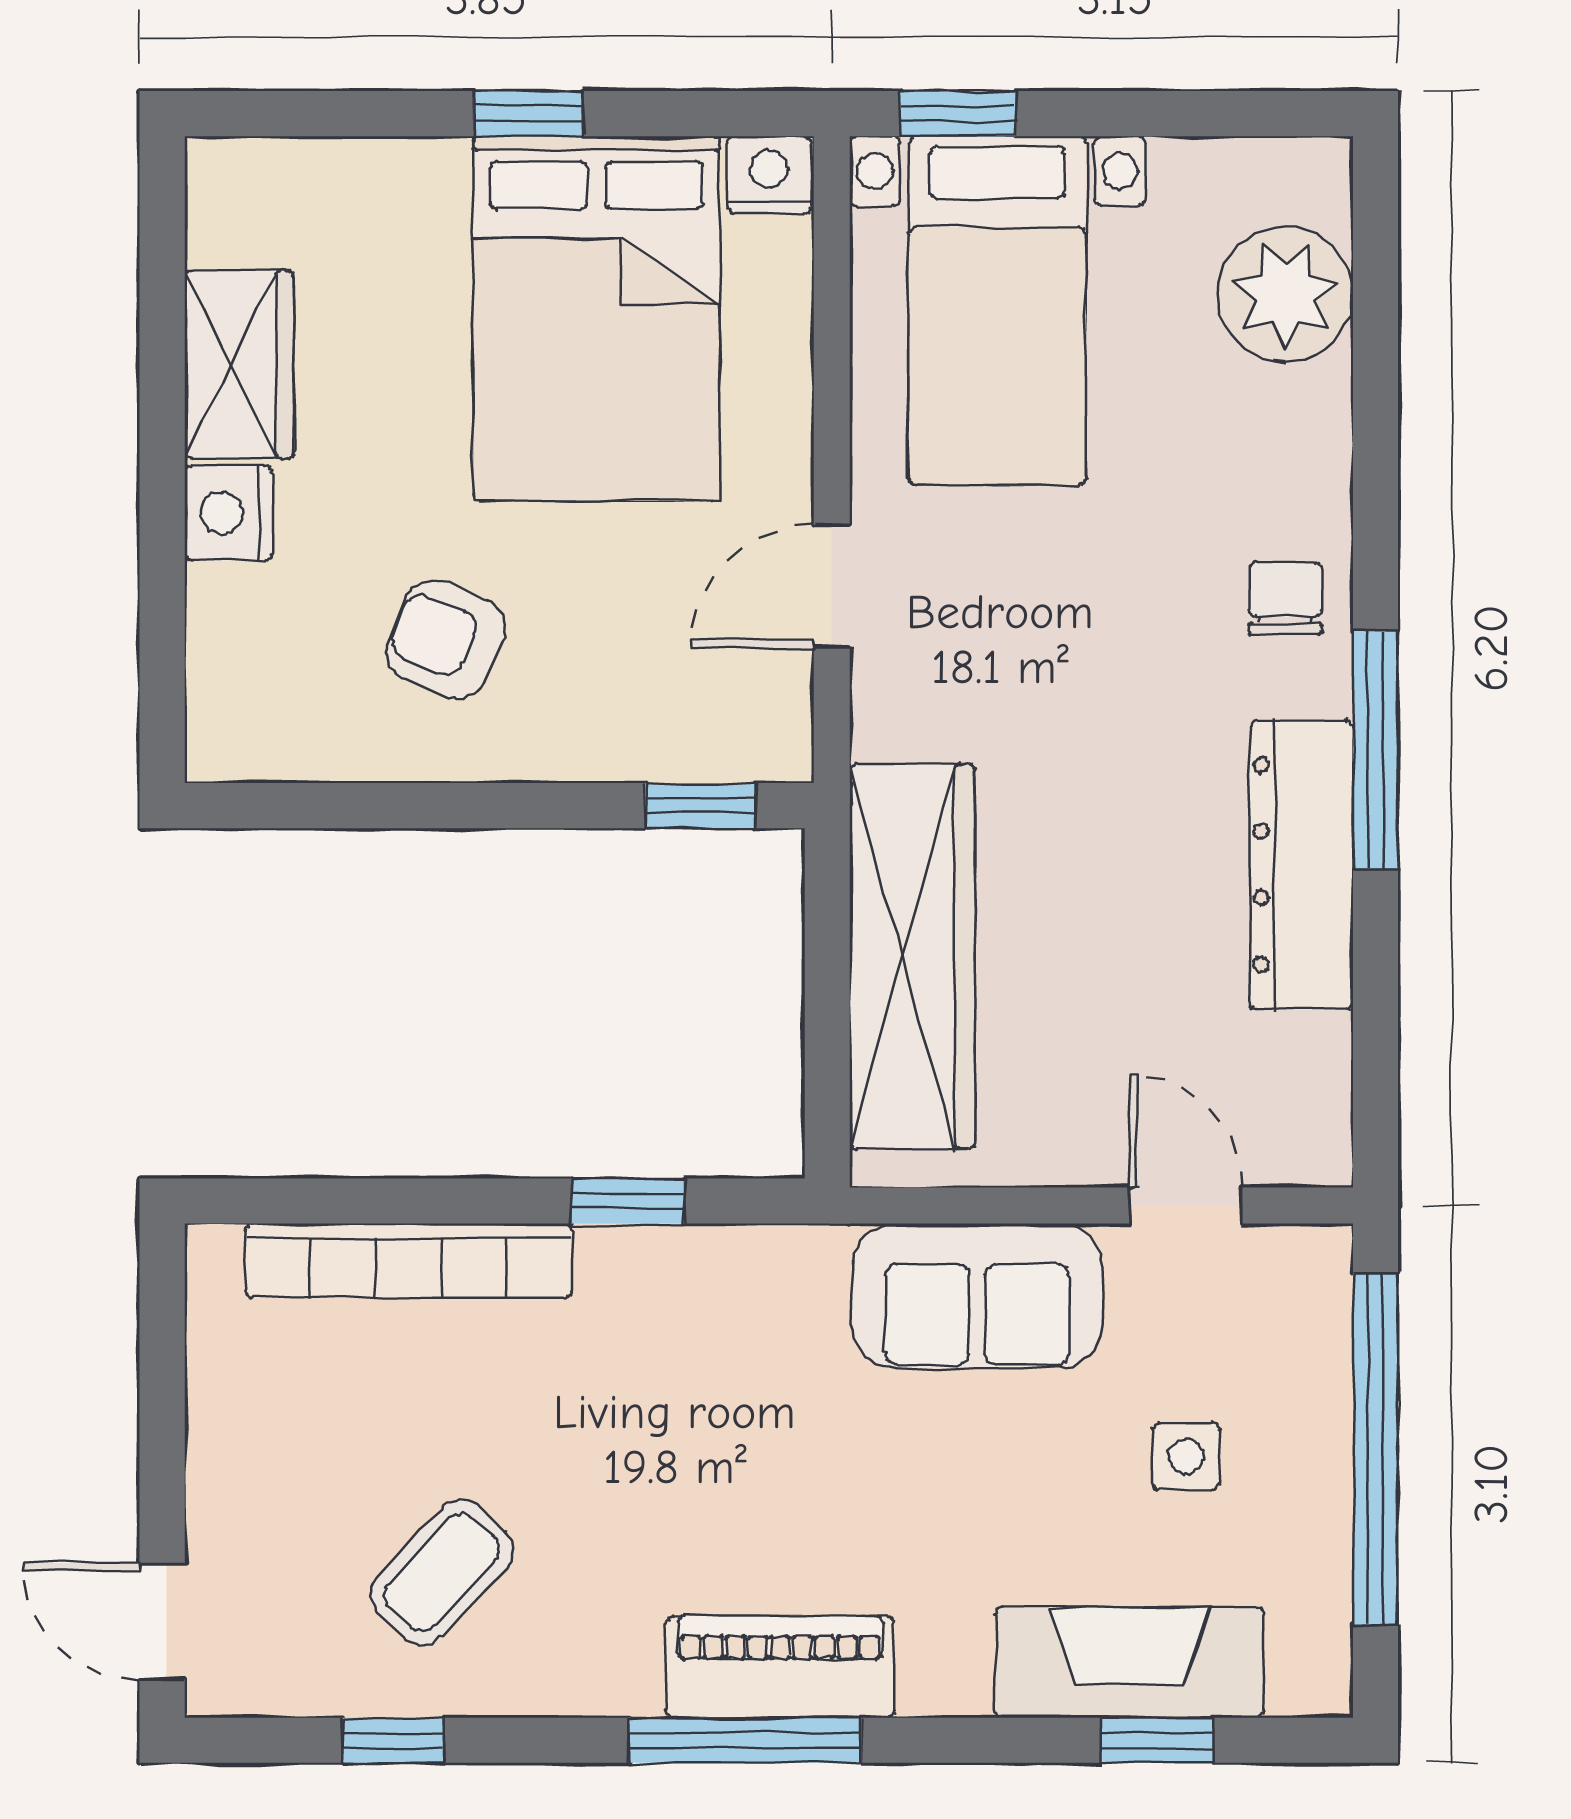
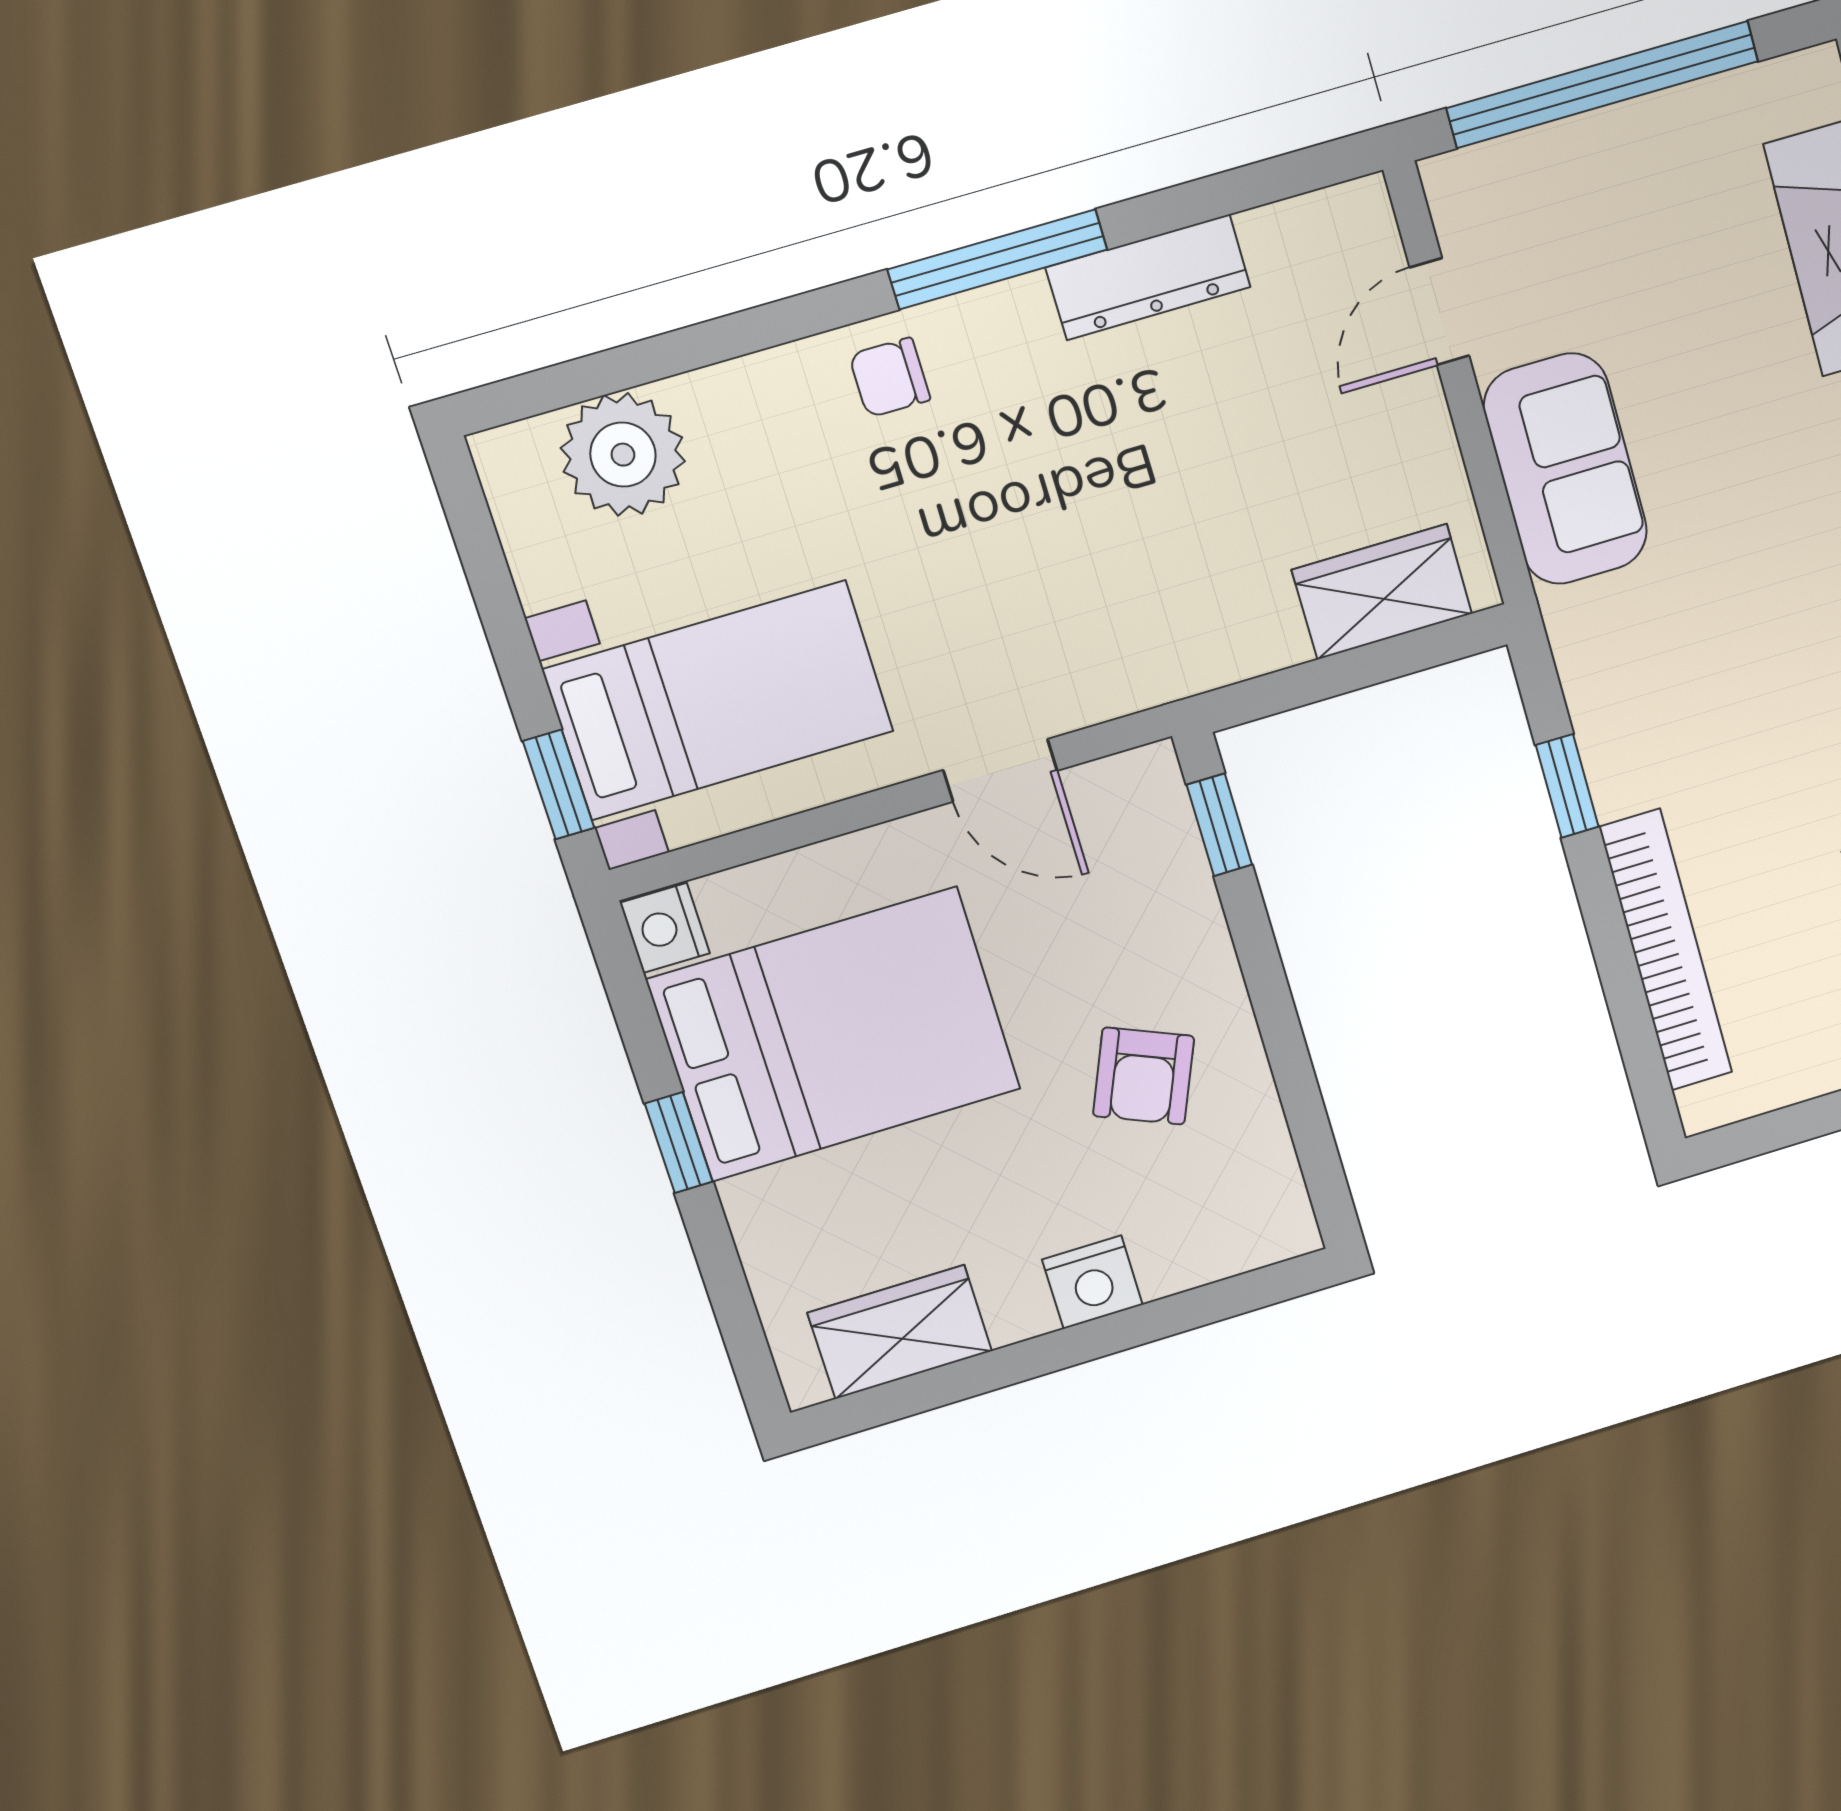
wardrobe: (239, 364) -> (900, 1332), moved
dresser: (1301, 865) -> (1148, 277), width x0.73, depth x0.80
wardrobe: (912, 956) -> (1382, 592), width x0.48, depth x0.85
side table: (1186, 1456) -> (1653, 249), removed

